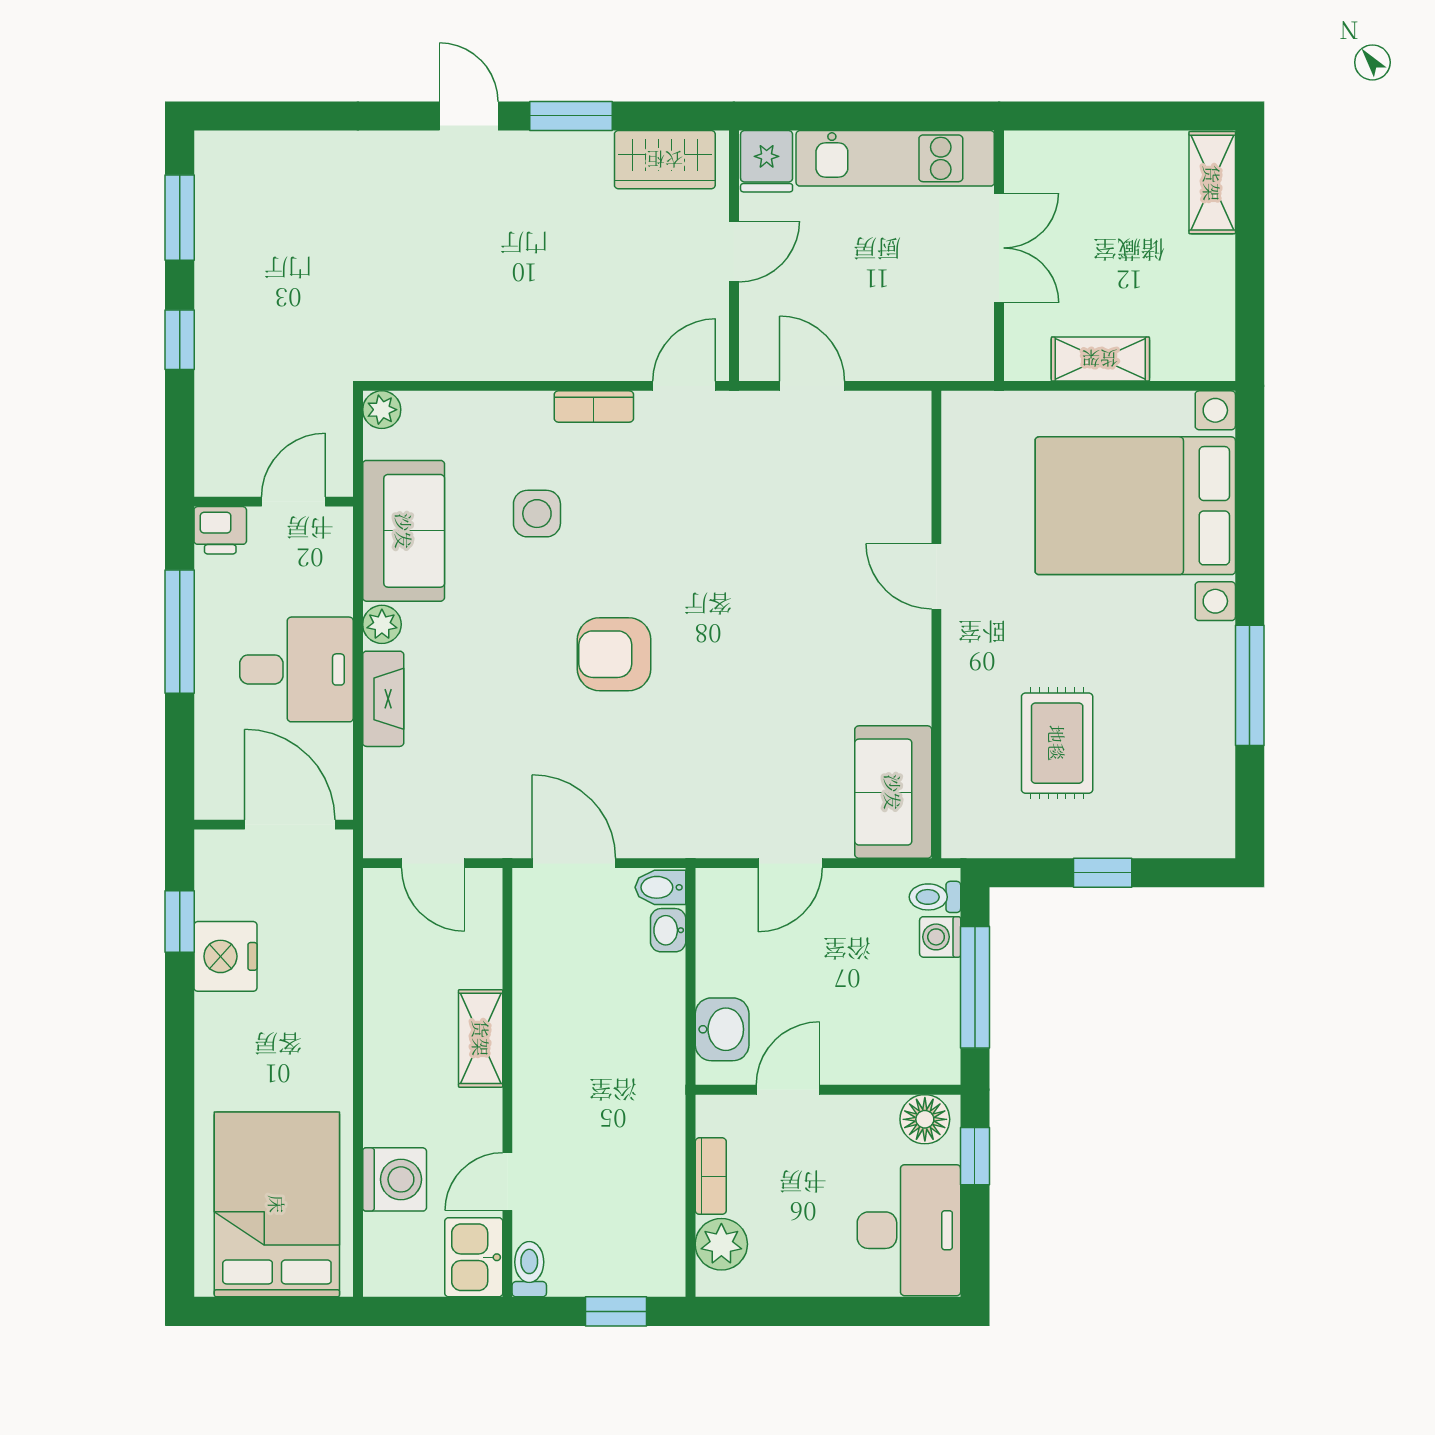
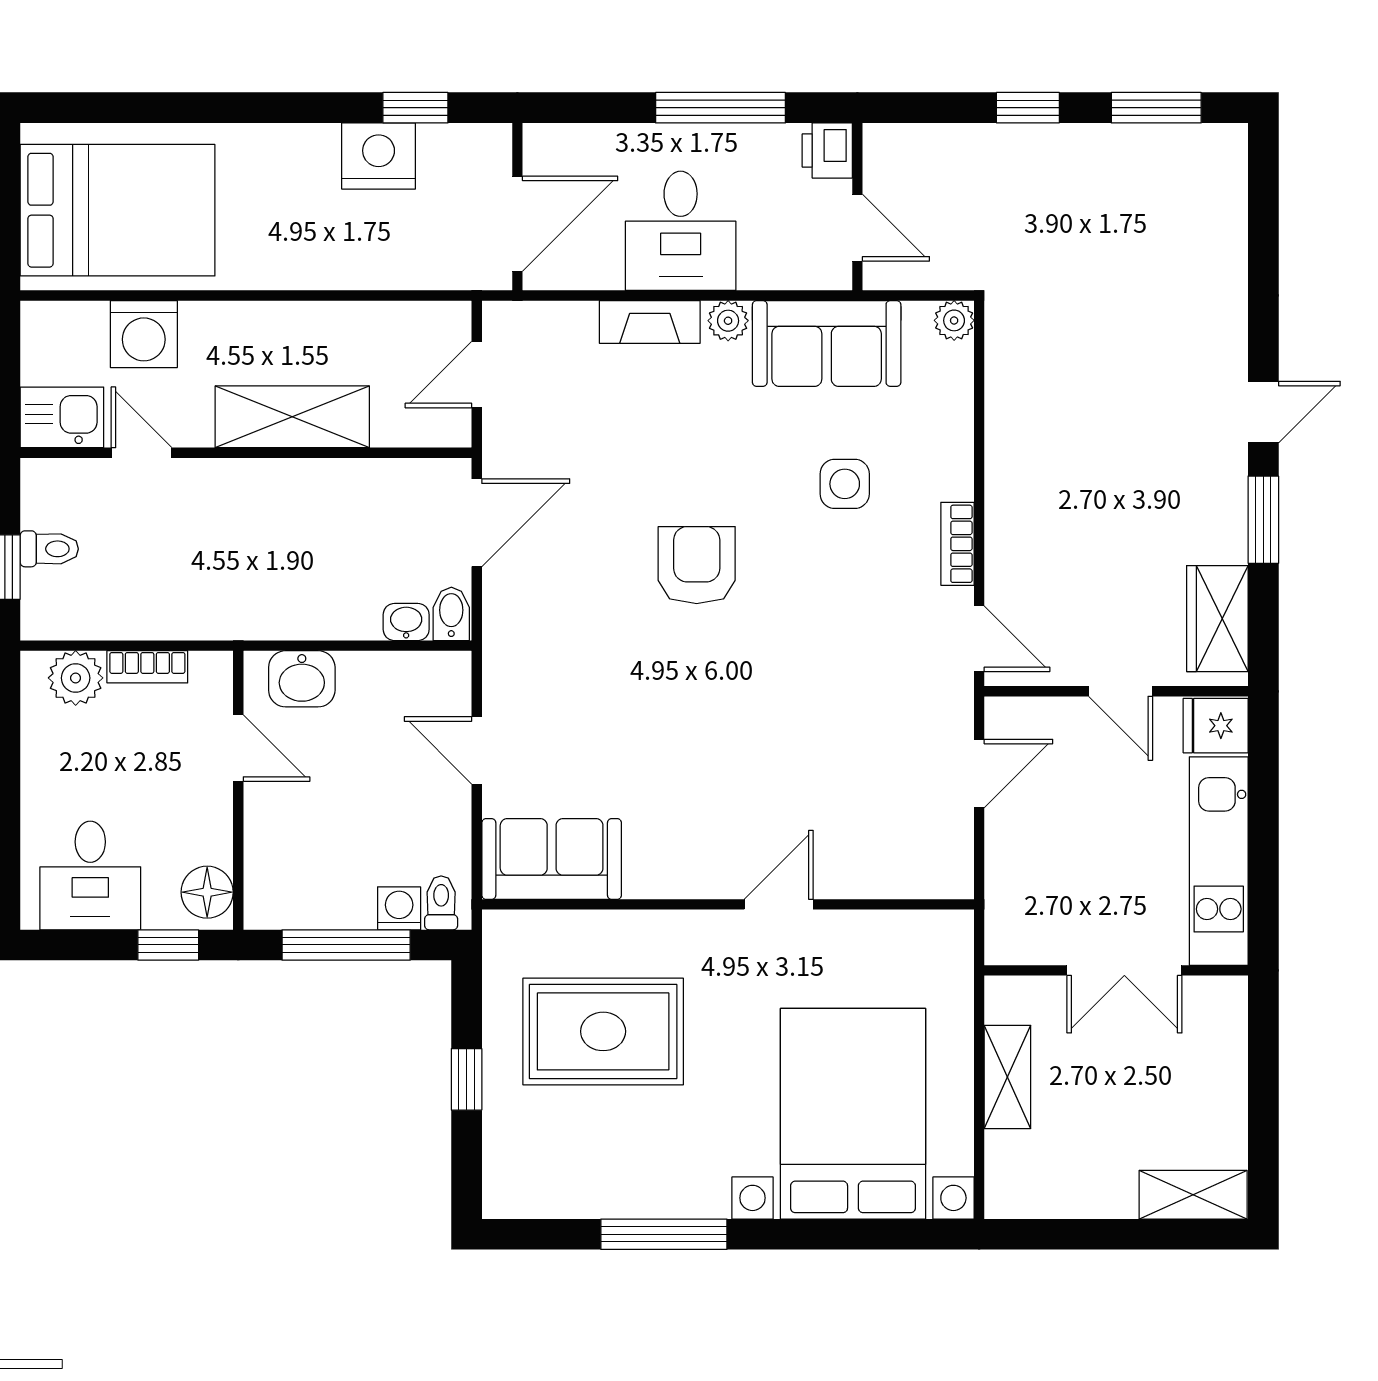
rug: (1057, 743) -> (603, 1031), width x1.36, depth x1.43
shelving: (481, 1038) -> (292, 417), width x1.50, depth x1.33
desk: (909, 1230) -> (90, 875), width x0.73
toilet: (529, 1269) -> (49, 549), moved

